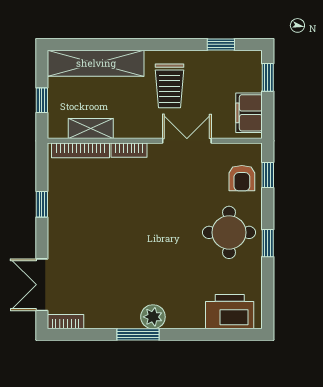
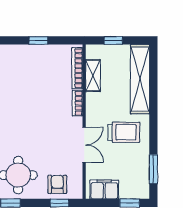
window: (221, 44) -> (153, 169), width x1.50
trolley: (170, 86) -> (124, 132), turned 180
armchair: (242, 178) -> (57, 184), turned 90

